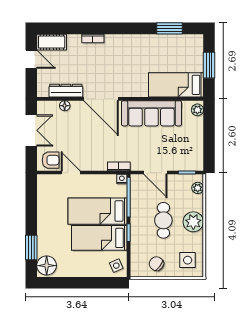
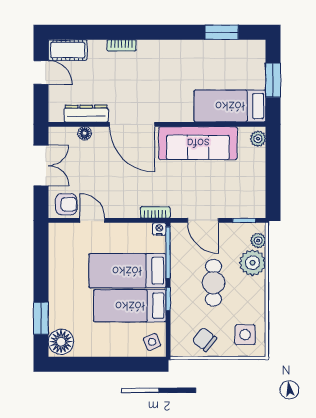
plant: (193, 222) -> (252, 263), moved

